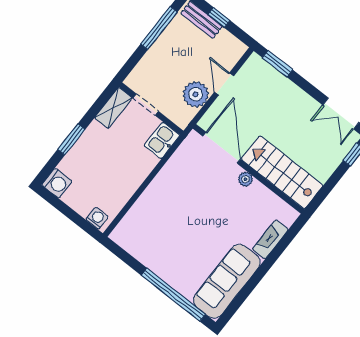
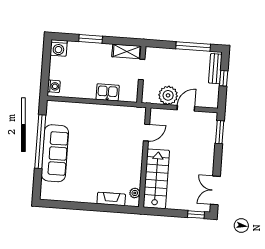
kitchen sink: (162, 140) -> (108, 92), moved
door: (222, 148) -> (147, 133), width x0.53
plant: (245, 179) -> (135, 193), moved
sofa: (227, 281) -> (55, 153), moved, turned 90
window: (173, 295) -> (40, 142), moved

